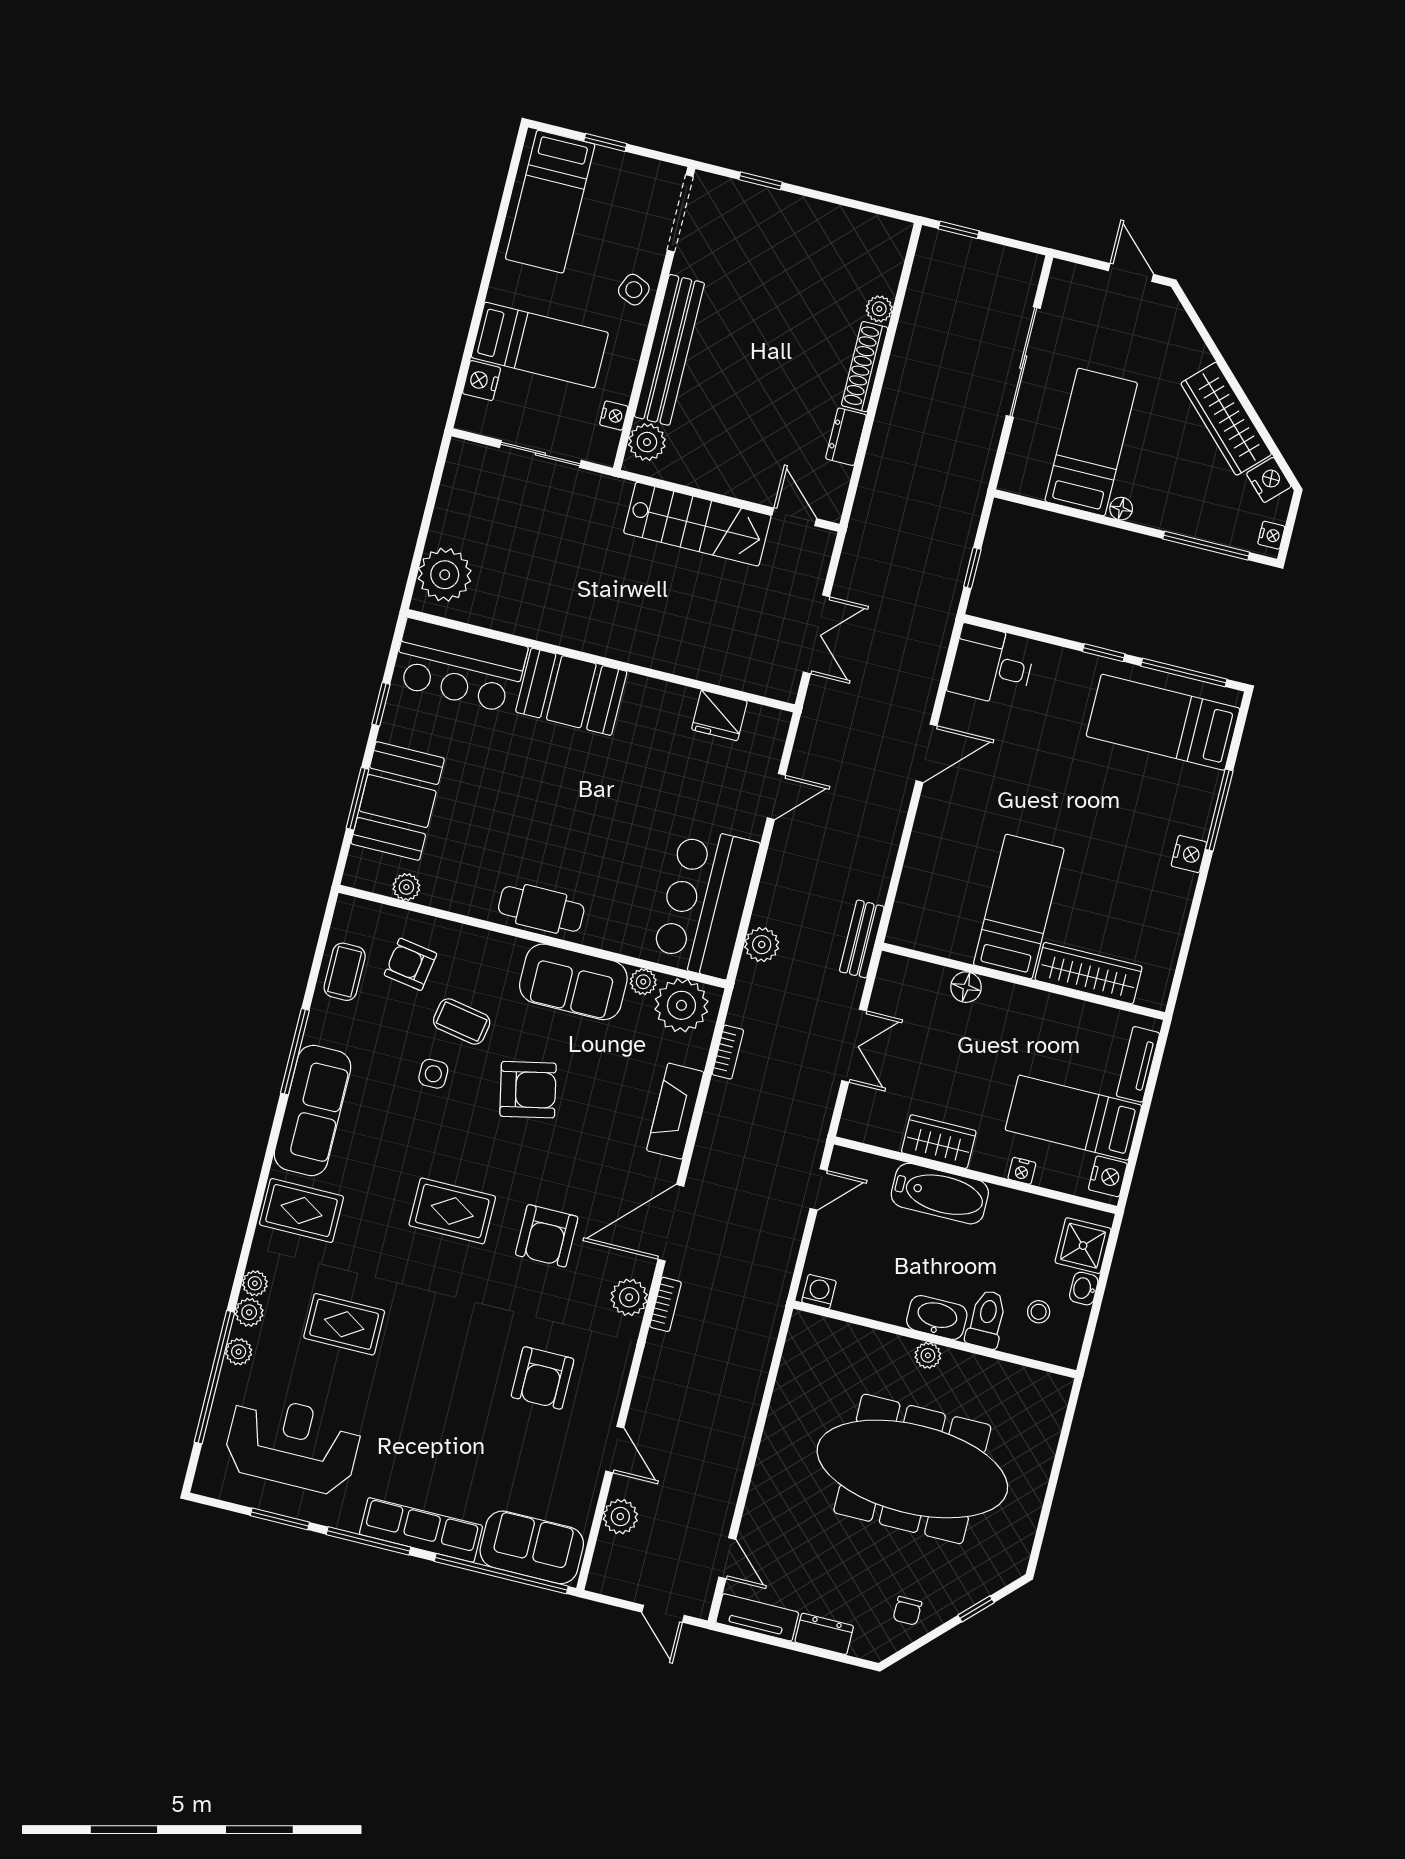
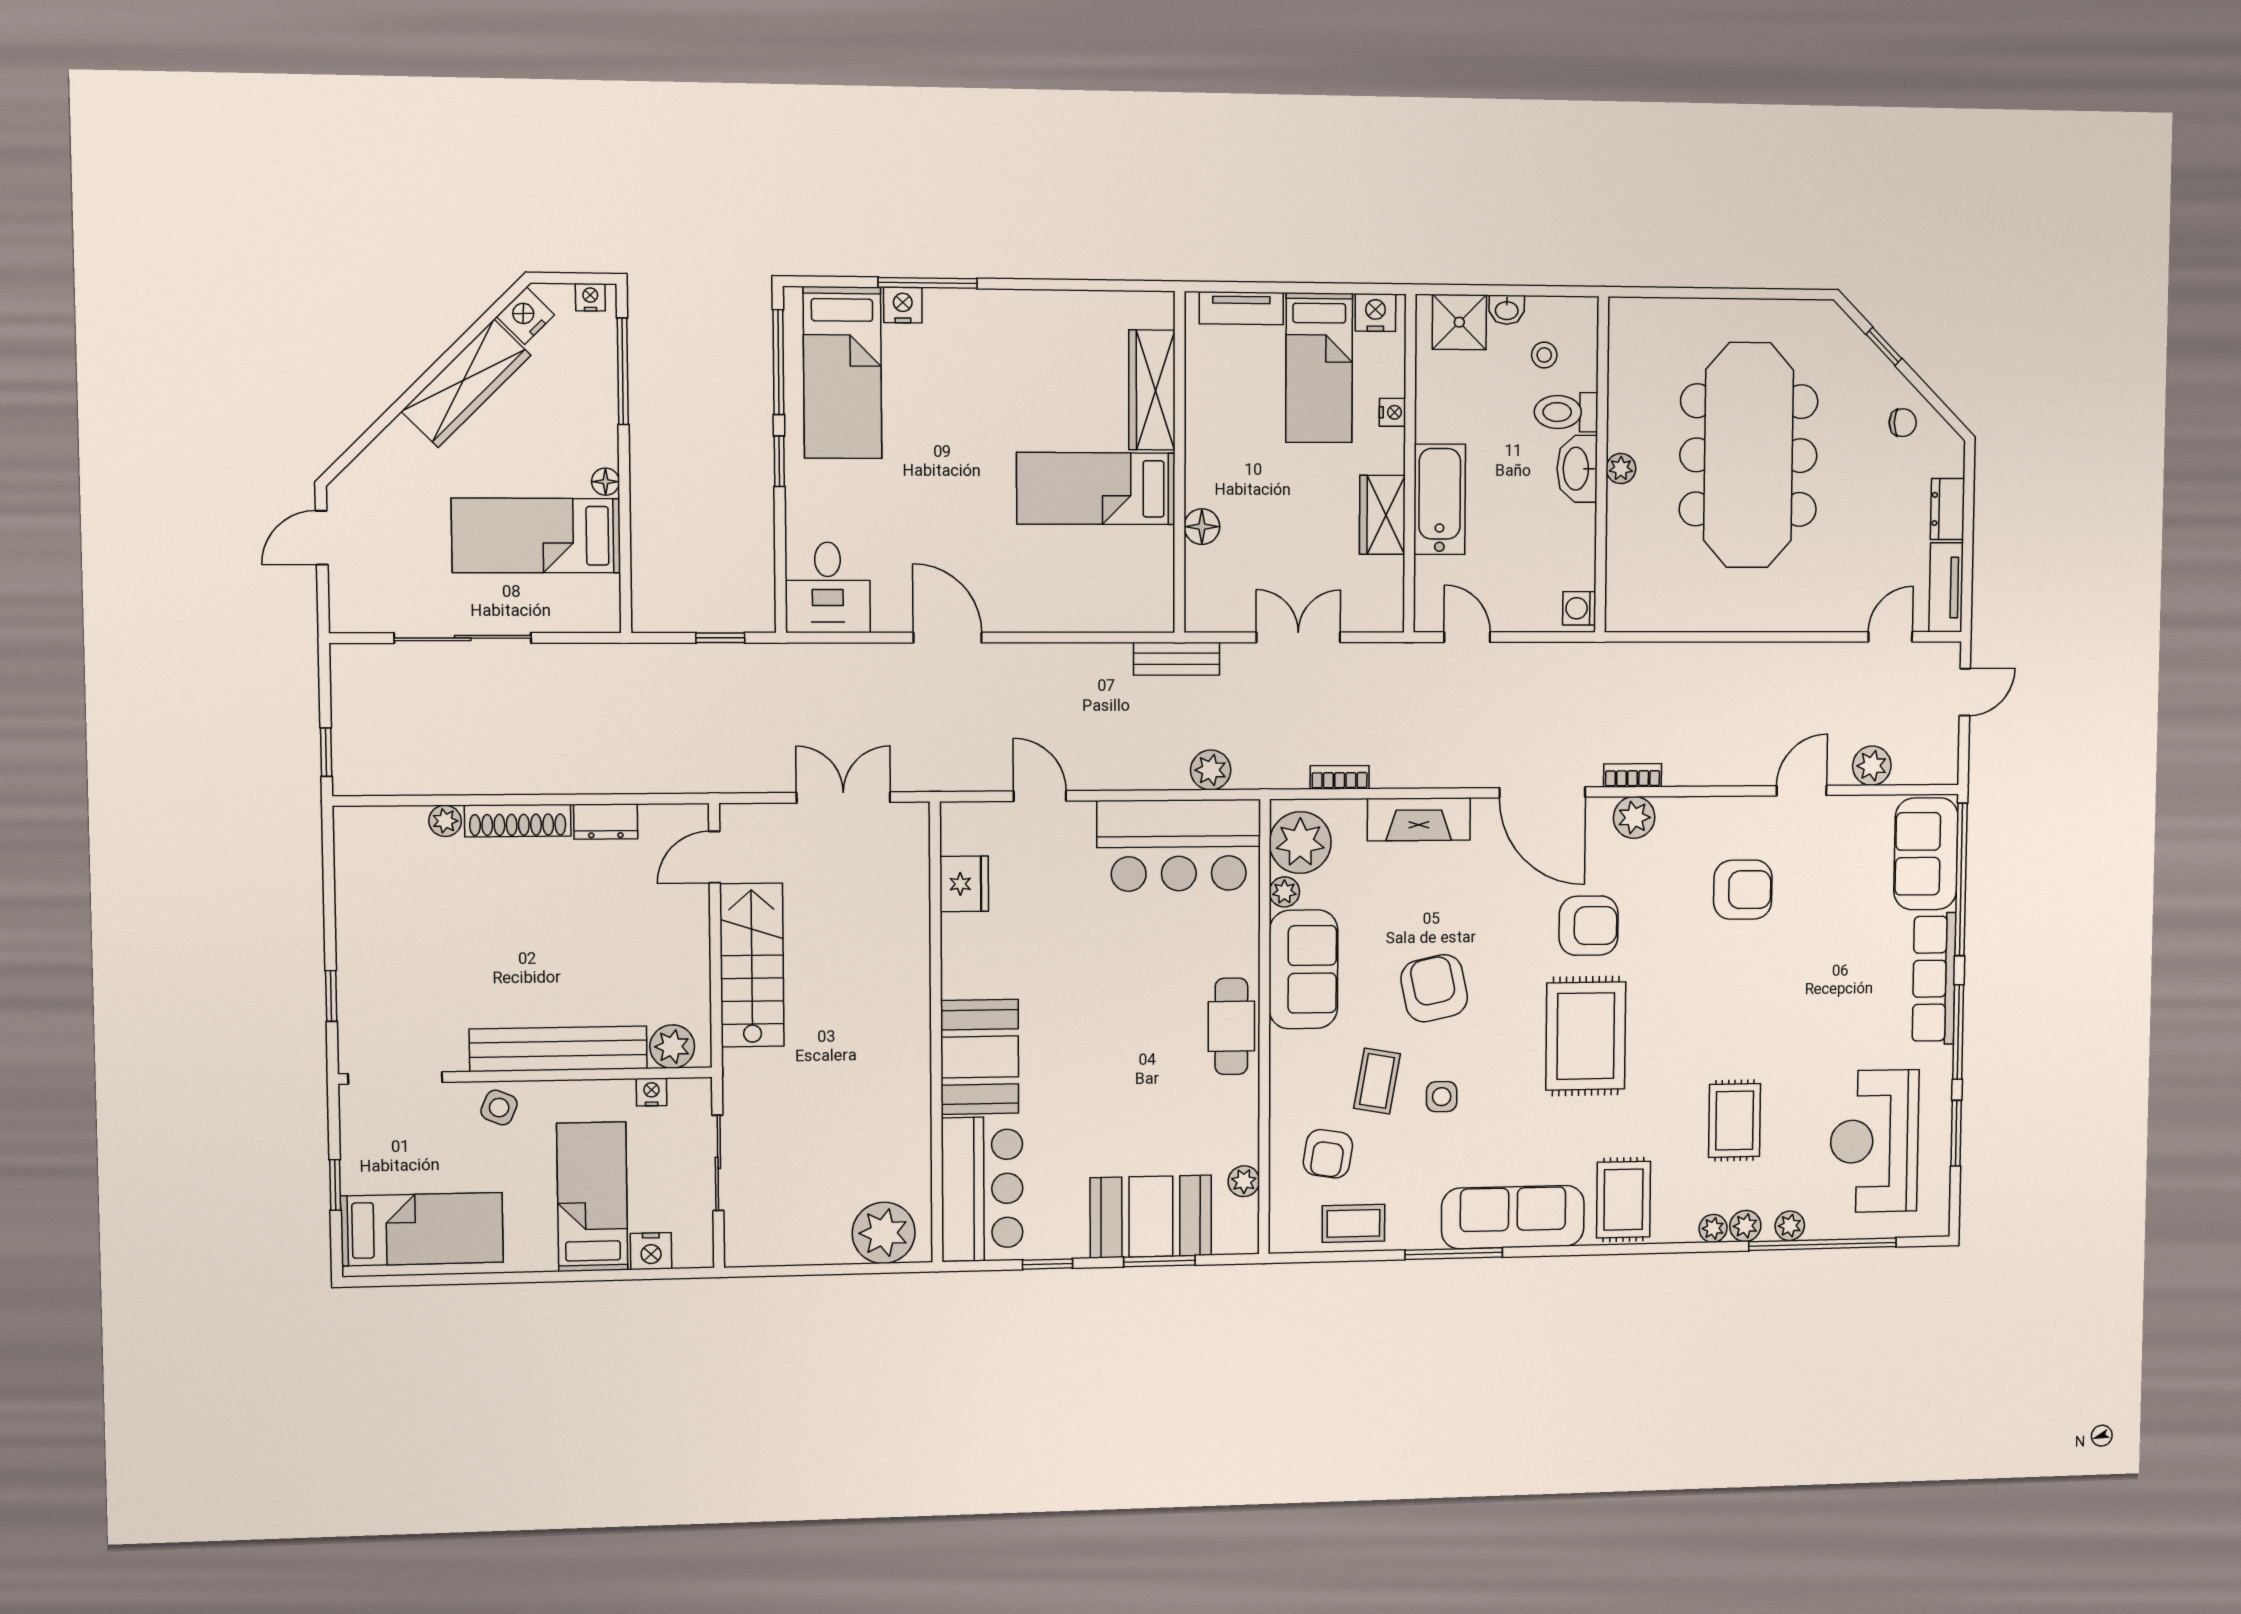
nightstand: (1189, 854) -> (903, 305), moved
rug: (452, 1211) -> (1586, 1036), width x1.36, depth x1.43

